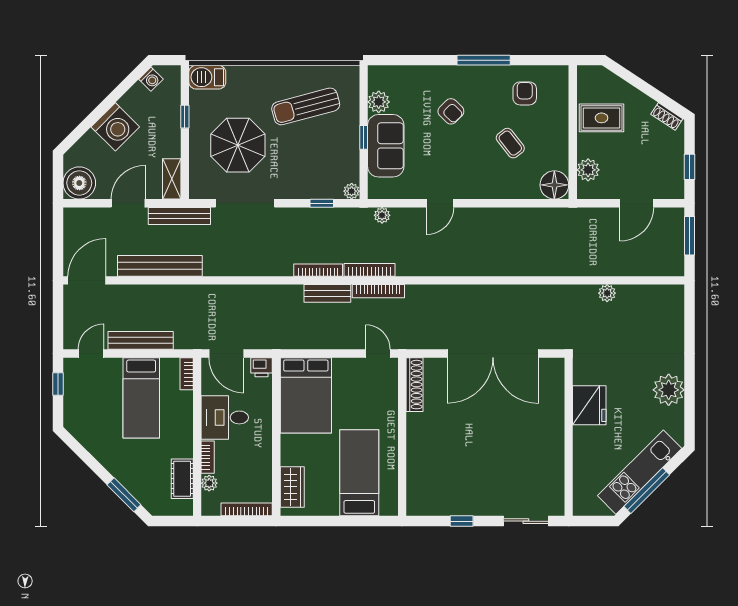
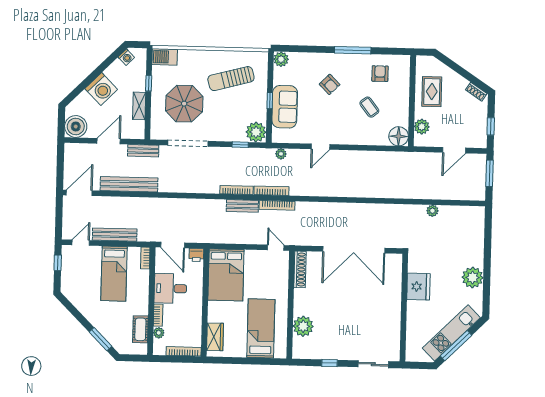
plant: (379, 102) -> (281, 59), moved
rug: (602, 118) -> (432, 92), turned 90
shelving: (172, 179) -> (139, 106), moved
plant: (352, 191) -> (256, 132), width x1.88, depth x1.88
bench: (179, 216) -> (143, 151), width x0.73
plant: (421, 468) -> (303, 326), added

